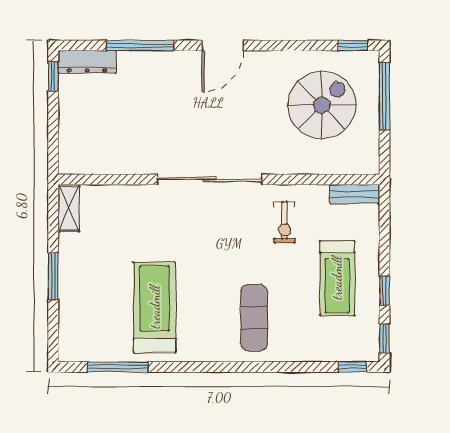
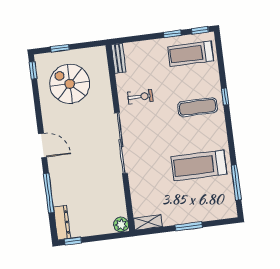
window: (384, 96) -> (60, 48), width x0.46
plant: (71, 162) -> (121, 225), added
treadmill: (337, 278) -> (191, 54), moved, turned 180
window: (352, 367) -> (225, 97), moved

